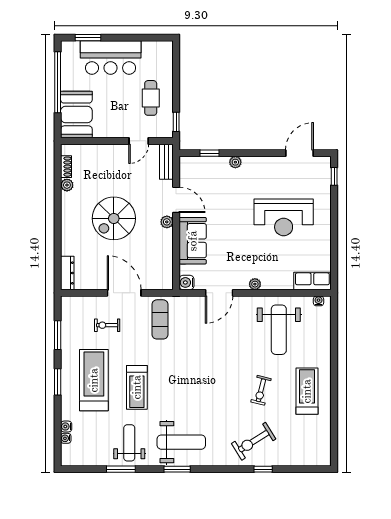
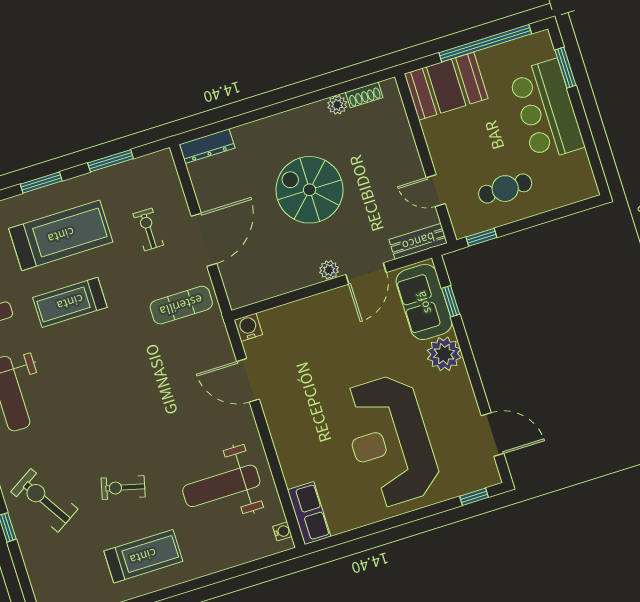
plant: (235, 162) -> (444, 354), width x1.88, depth x1.88
reception desk: (284, 217) -> (390, 441), width x1.36, depth x1.30
sofa: (193, 241) -> (424, 302), moved, turned 90
plant: (255, 284) -> (278, 429), removed

